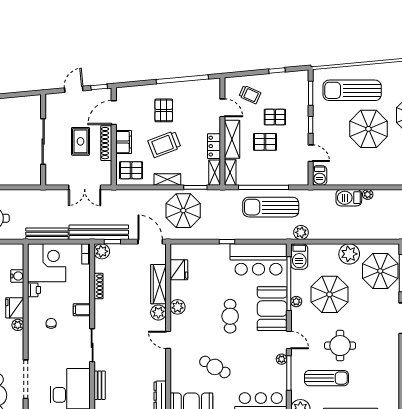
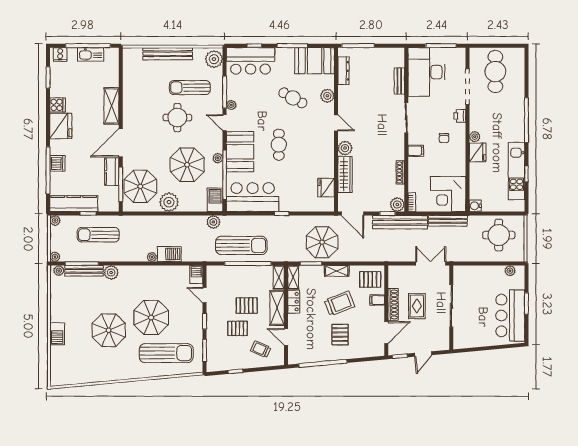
filing cabinet: (124, 142) -> (377, 300), width x0.50
double door: (85, 187) -> (431, 264), moved
water cooler: (17, 276) -> (475, 206), moved
printer: (34, 290) -> (460, 116), moved
plant: (177, 307) -> (327, 96), moved

